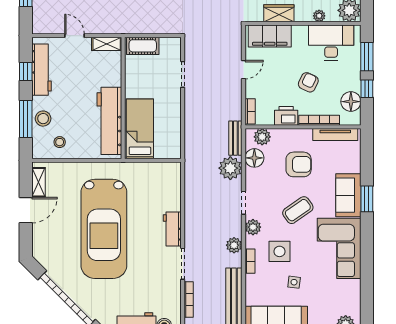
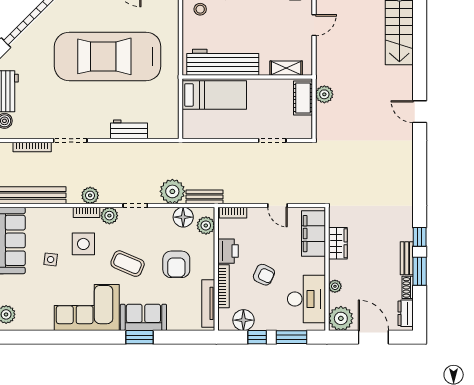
plant: (139, 26) -> (324, 94), added
shelving: (107, 44) -> (286, 68), moved, turned 90
coffee table: (298, 210) -> (128, 264), turned -32
workbench: (172, 229) -> (129, 129), moved
bookcase: (250, 261) -> (87, 212), moved

